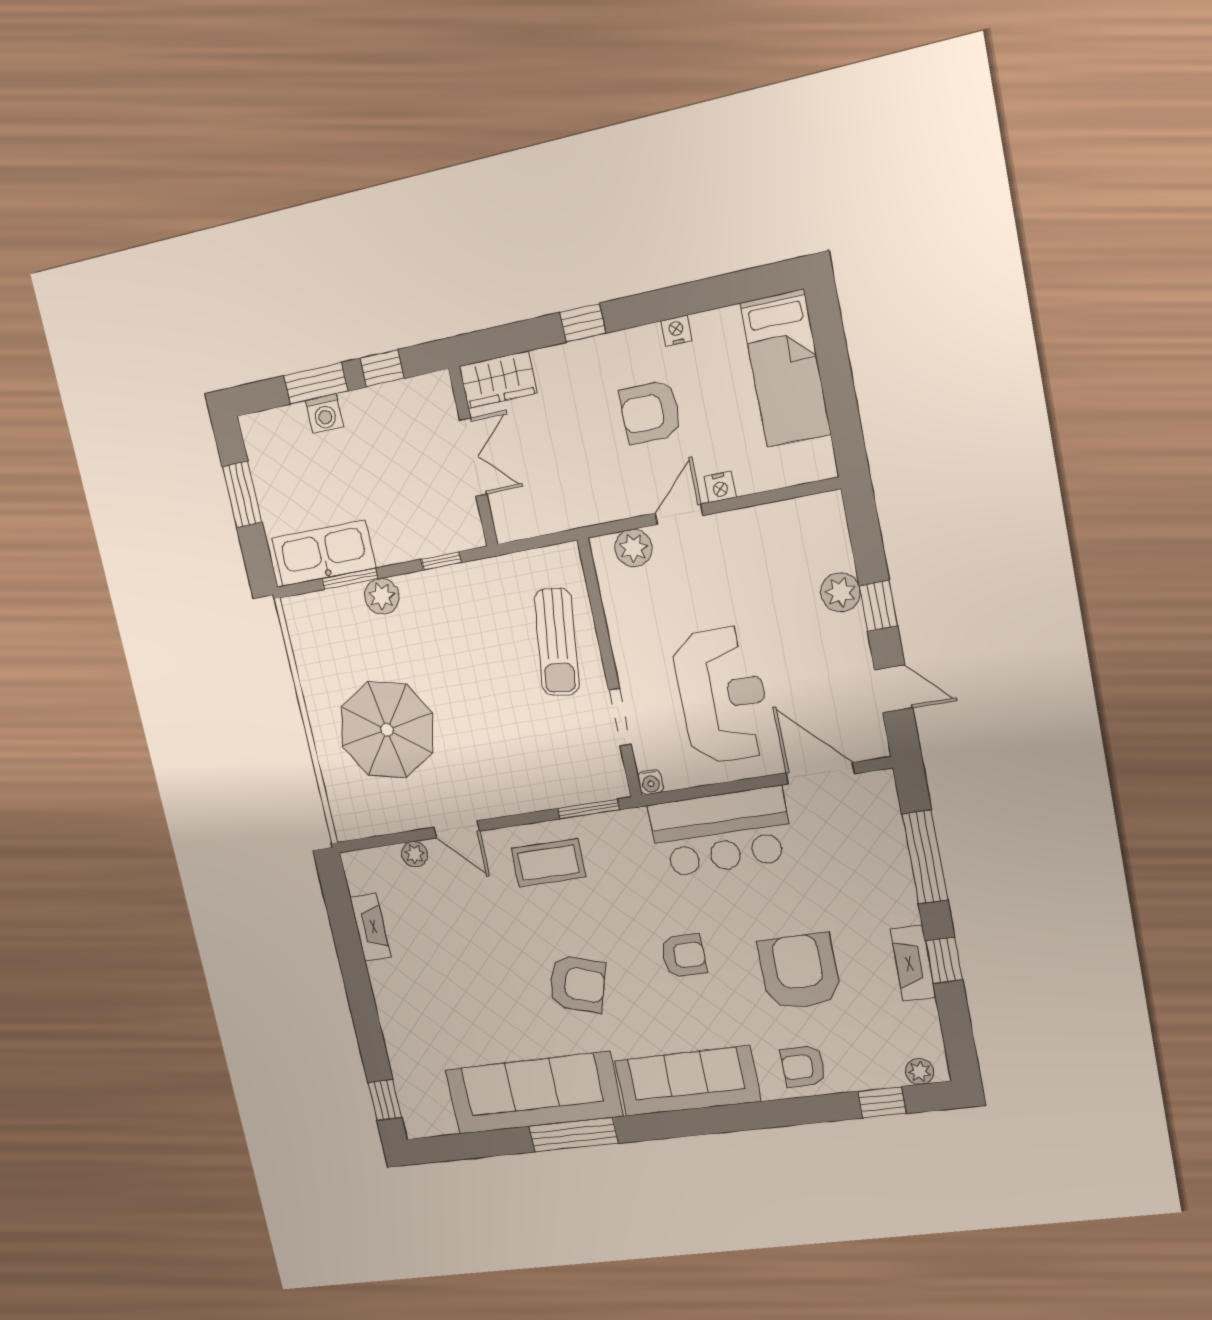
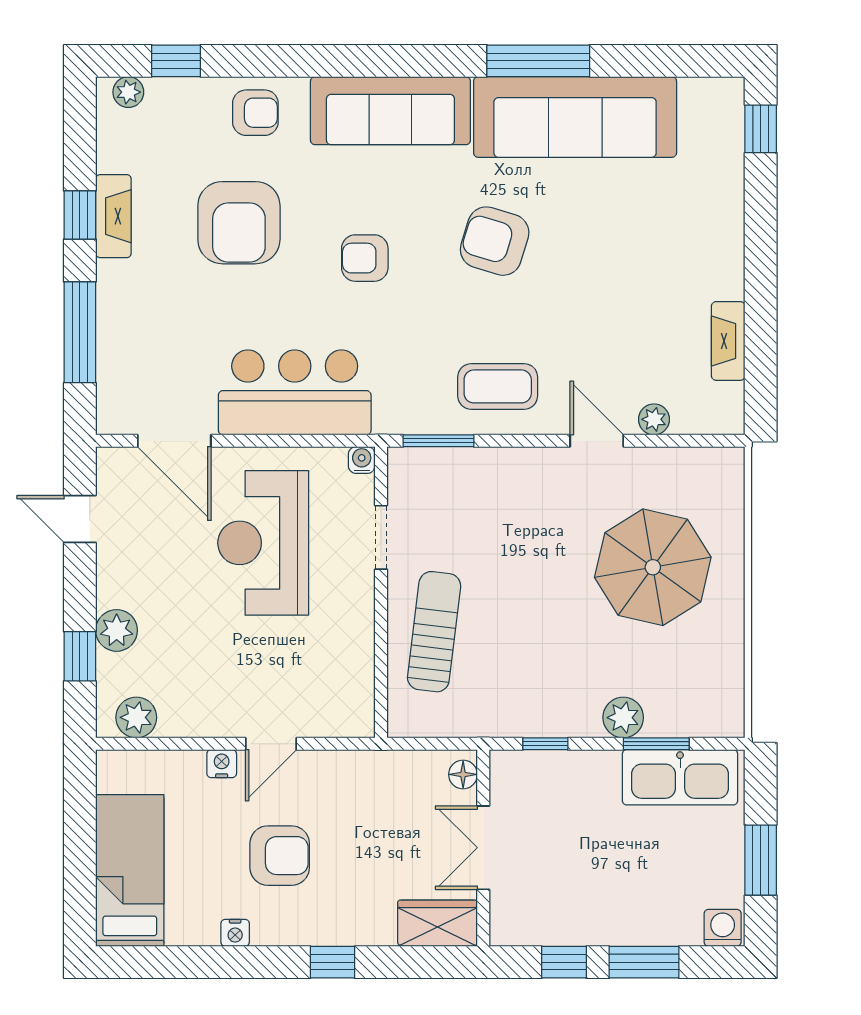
washing machine: (325, 414) -> (723, 928), moved
floor lamp: (505, 520) -> (463, 774), added
plant: (634, 548) -> (136, 717), moved
window: (878, 606) -> (80, 656), moved

